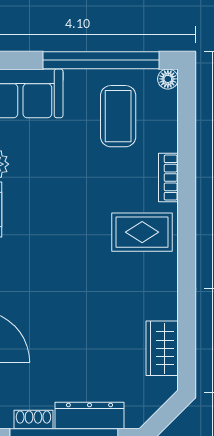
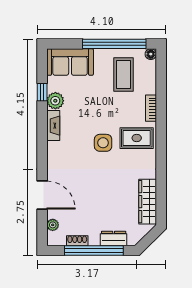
side table: (81, 241) -> (103, 143), added
wardrobe: (162, 348) -> (148, 202), width x1.50
dresser: (89, 415) -> (114, 238), width x0.70

